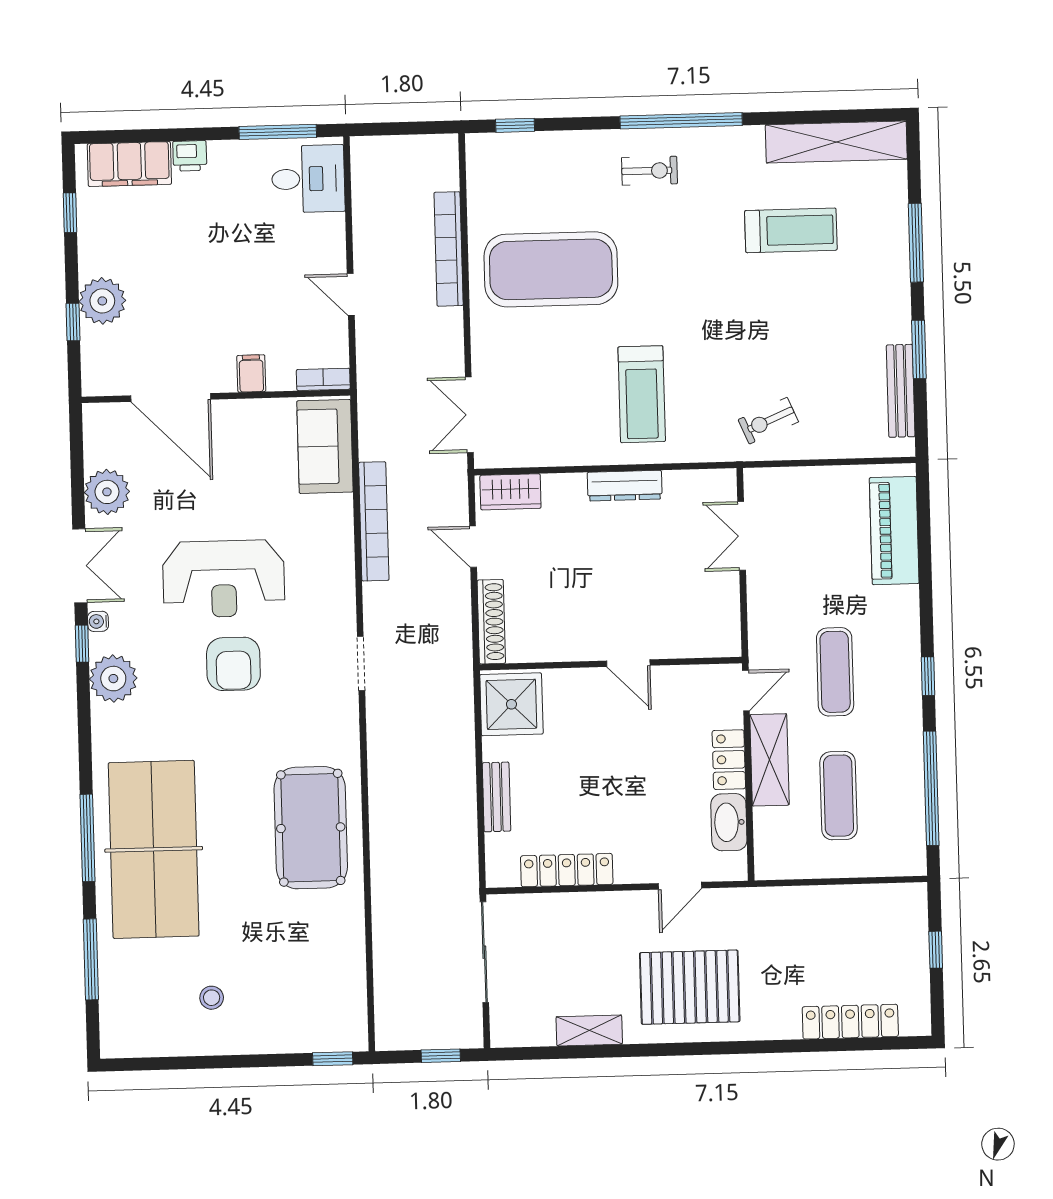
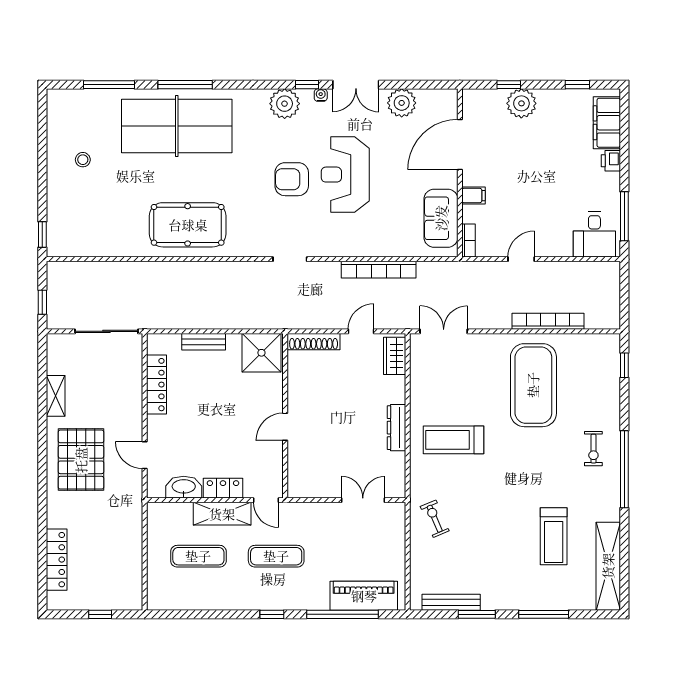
sofa: (325, 446) -> (441, 218), moved, turned -90
window: (931, 788) -> (342, 614), moved

